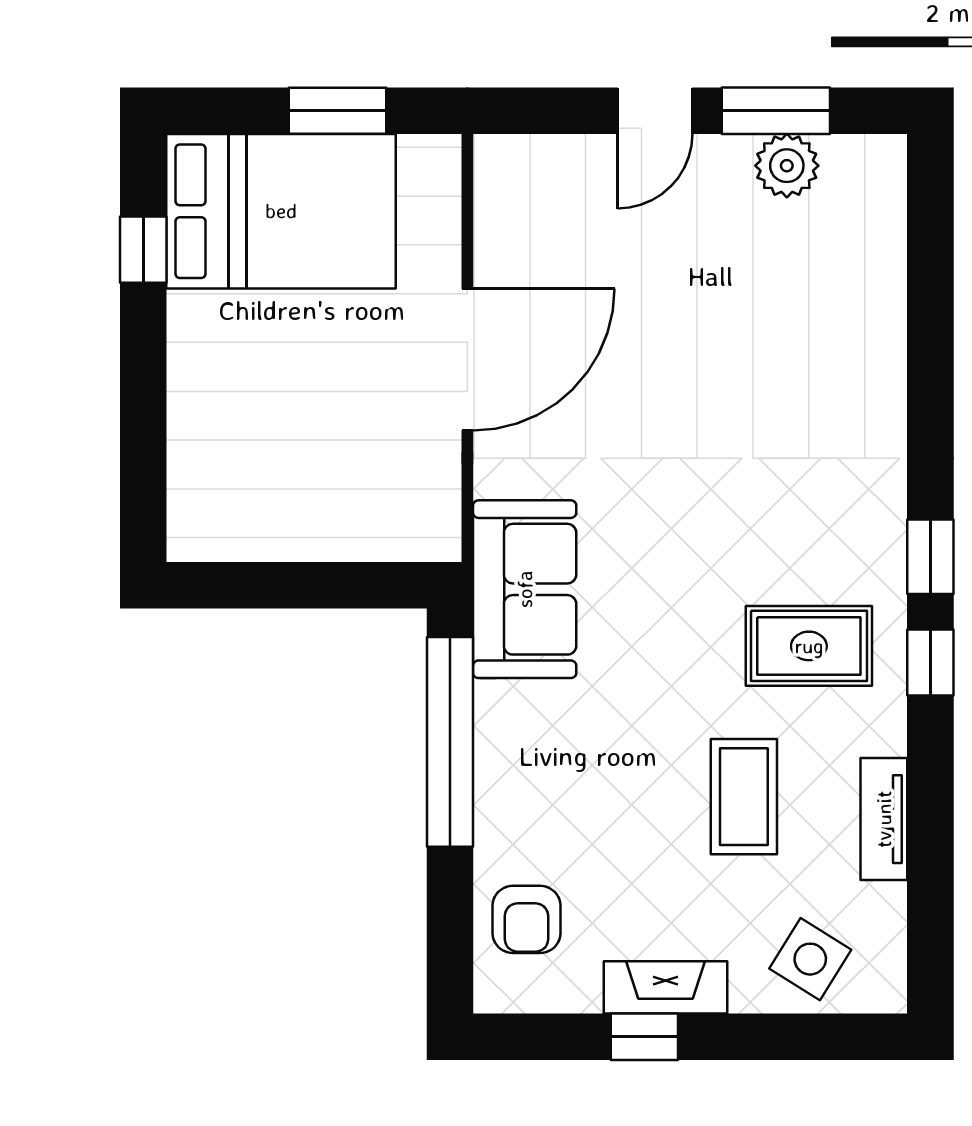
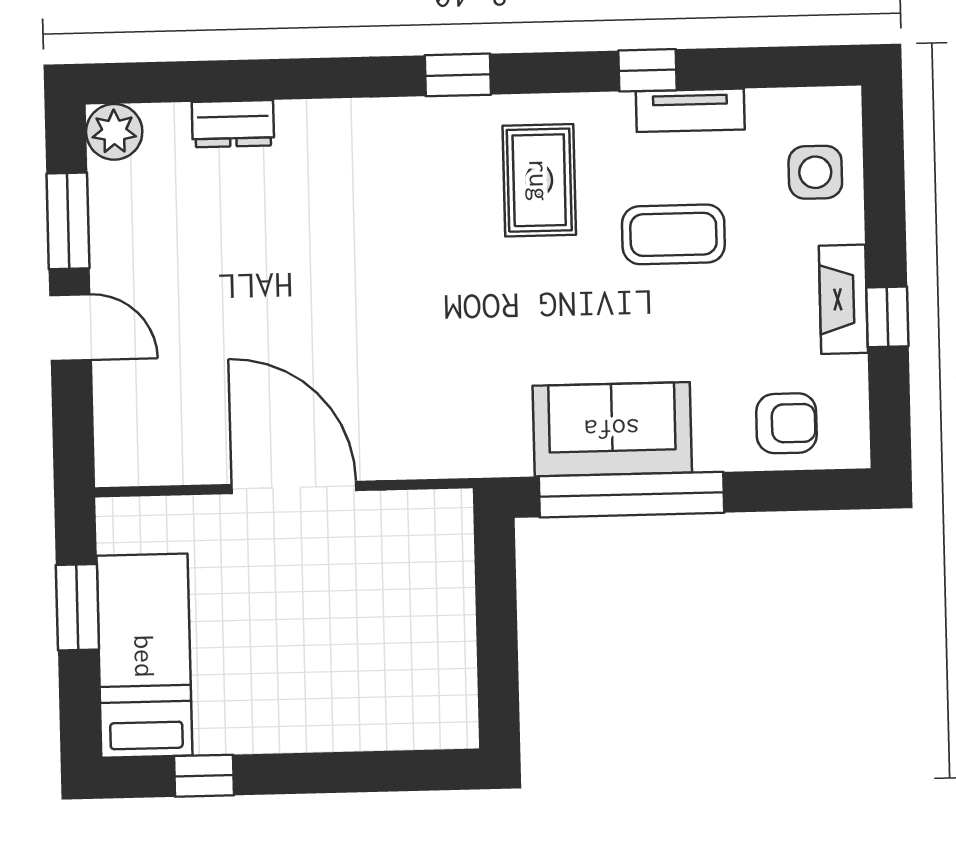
plant: (787, 166) -> (114, 132), moved
bed: (281, 211) -> (144, 656), width x0.67
dresser: (881, 300) -> (233, 124), added
sofa: (525, 589) -> (612, 429), moved
window: (930, 662) -> (648, 70), moved
side table: (810, 959) -> (815, 172), turned -32

